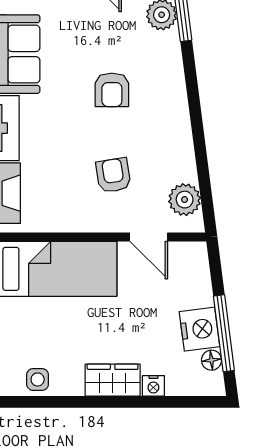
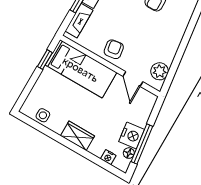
armchair: (113, 175) -> (114, 49), moved
nightstand: (153, 386) -> (108, 157), moved

